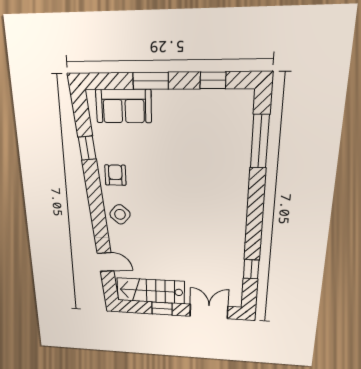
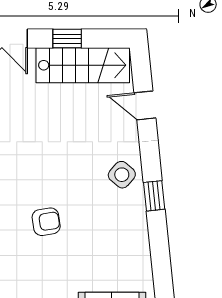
window: (87, 148) -> (154, 196), moved
armchair: (115, 175) -> (46, 222), moved, turned -99

